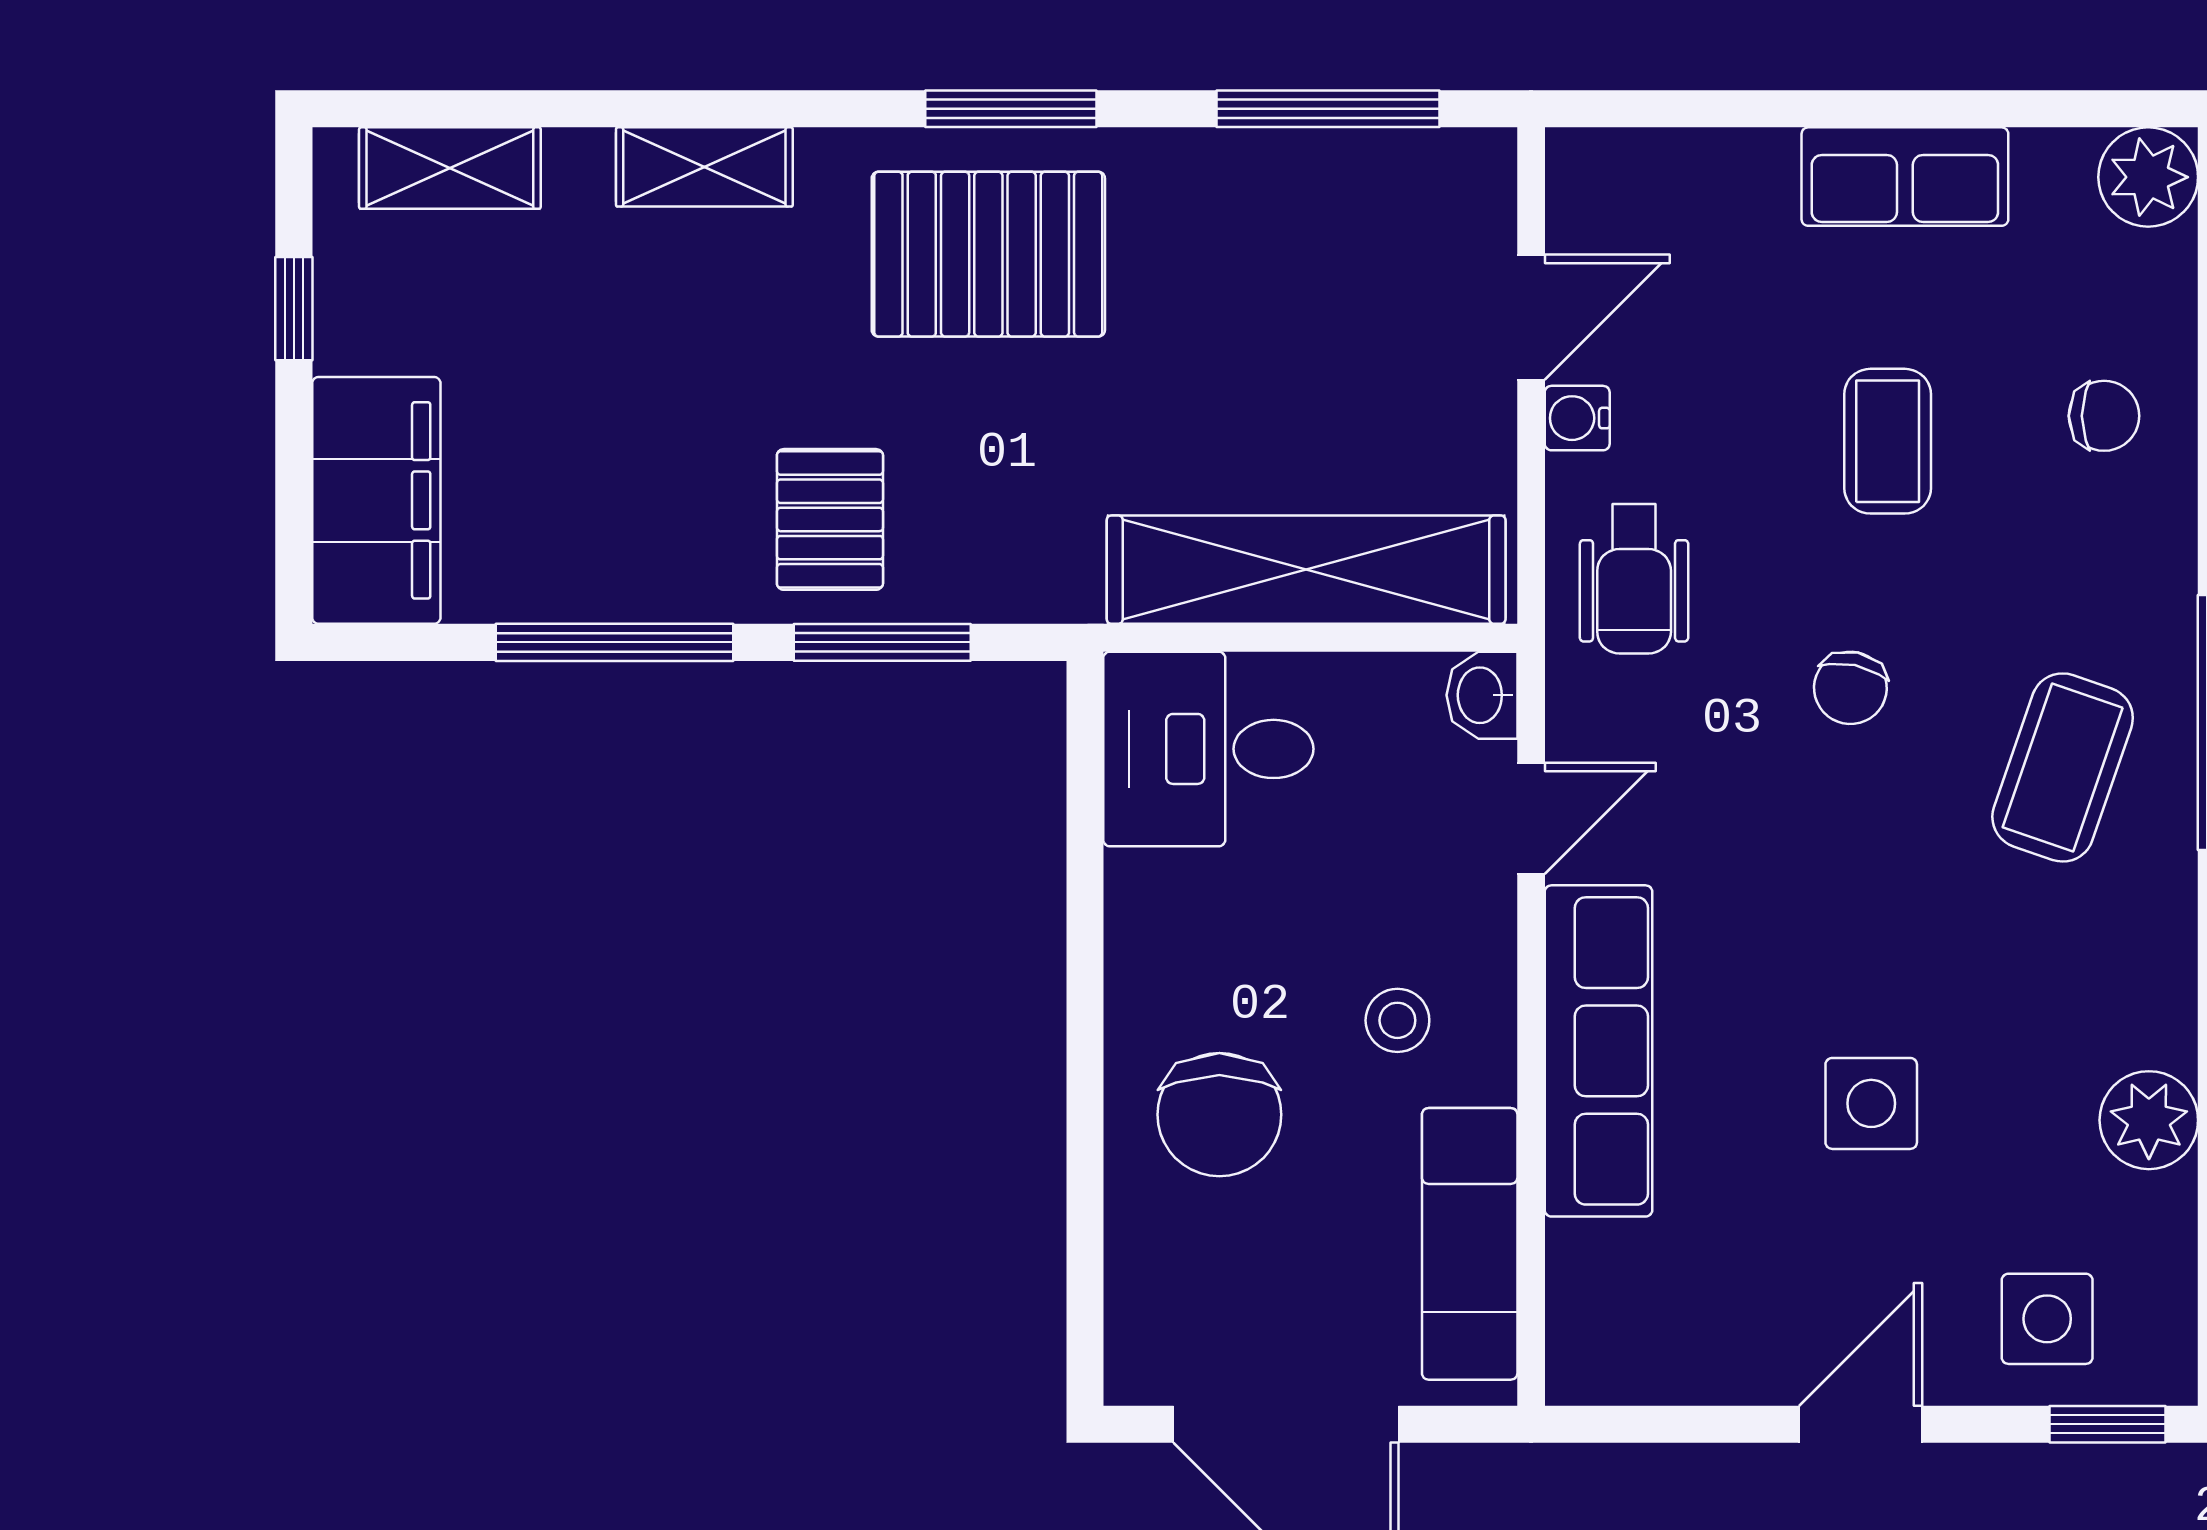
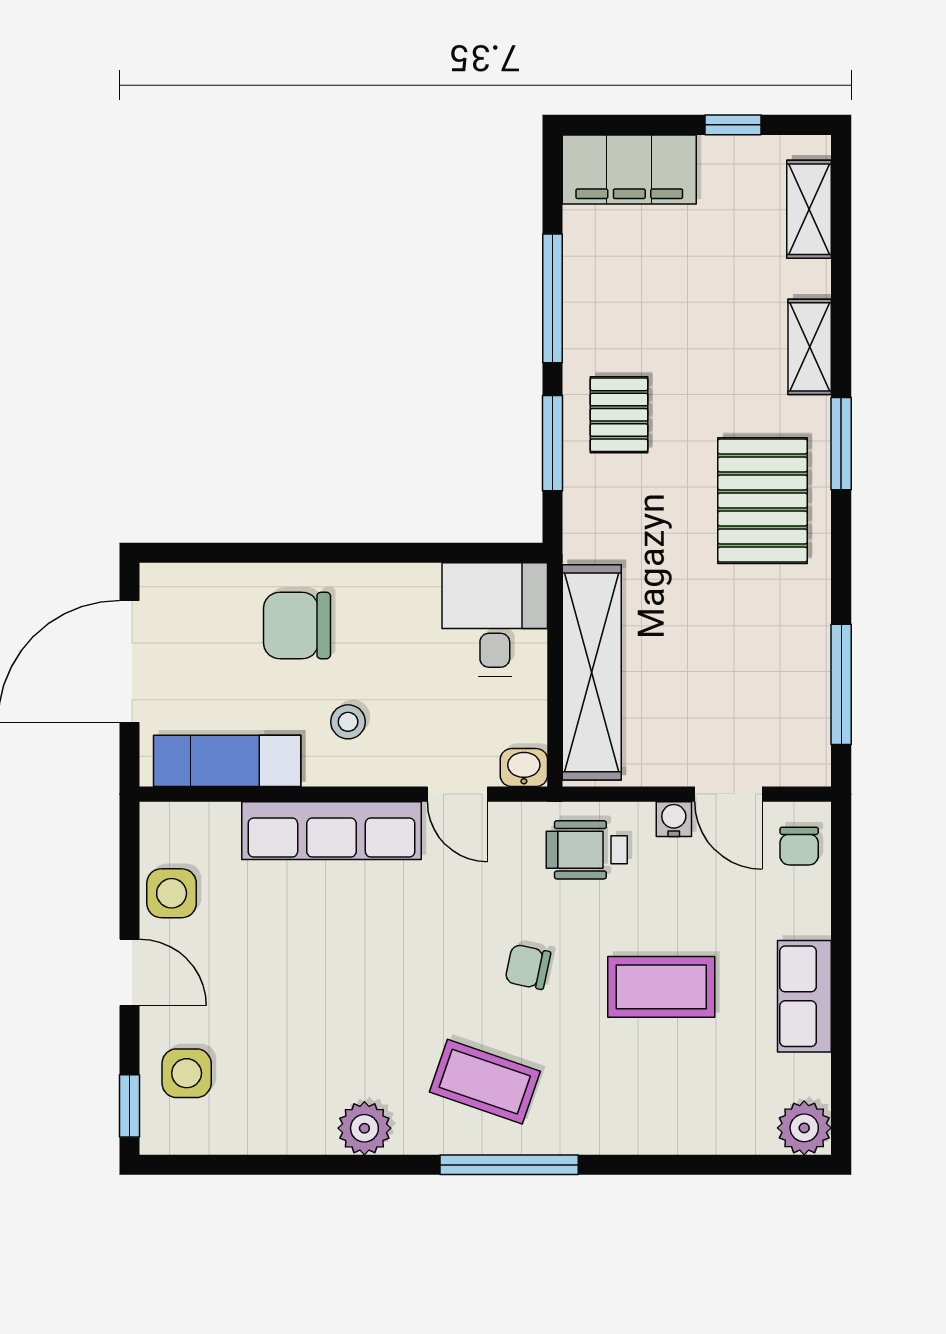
window: (1011, 109) -> (841, 444), moved
chair: (2104, 416) -> (799, 846), moved
coffee table: (1888, 441) -> (661, 987), width x1.36, depth x1.30
pallet: (830, 519) -> (619, 415), turned 90
side table: (1871, 1103) -> (172, 893), moved
plant: (2149, 1120) -> (364, 1128), moved

